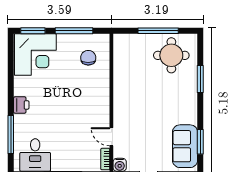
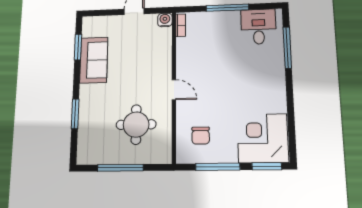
round table: (171, 55) -> (136, 125), moved
printer: (21, 105) -> (277, 80), removed
door: (111, 137) -> (174, 90), moved
sofa: (185, 146) -> (94, 60), moved

